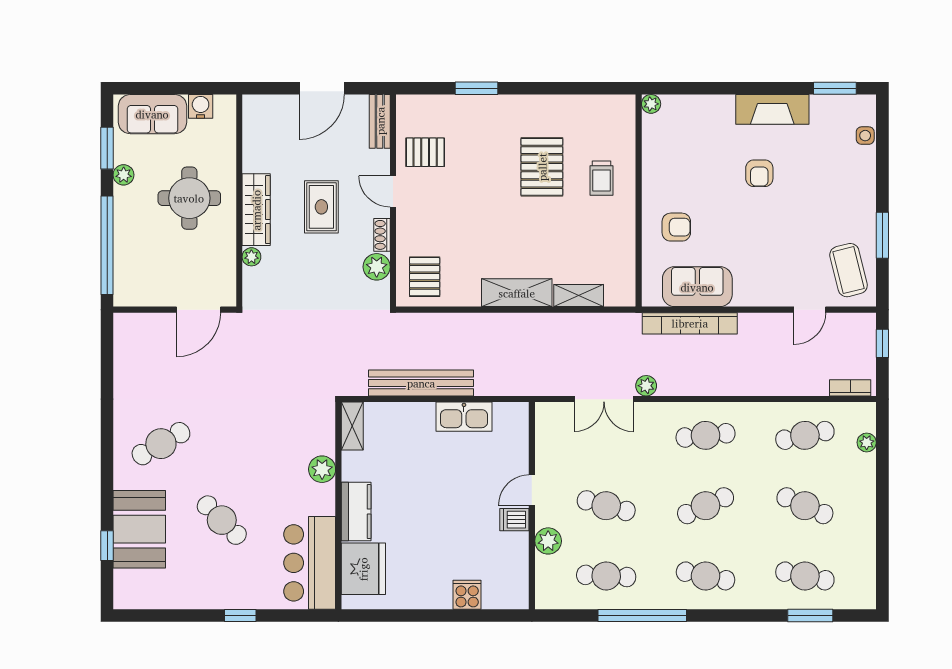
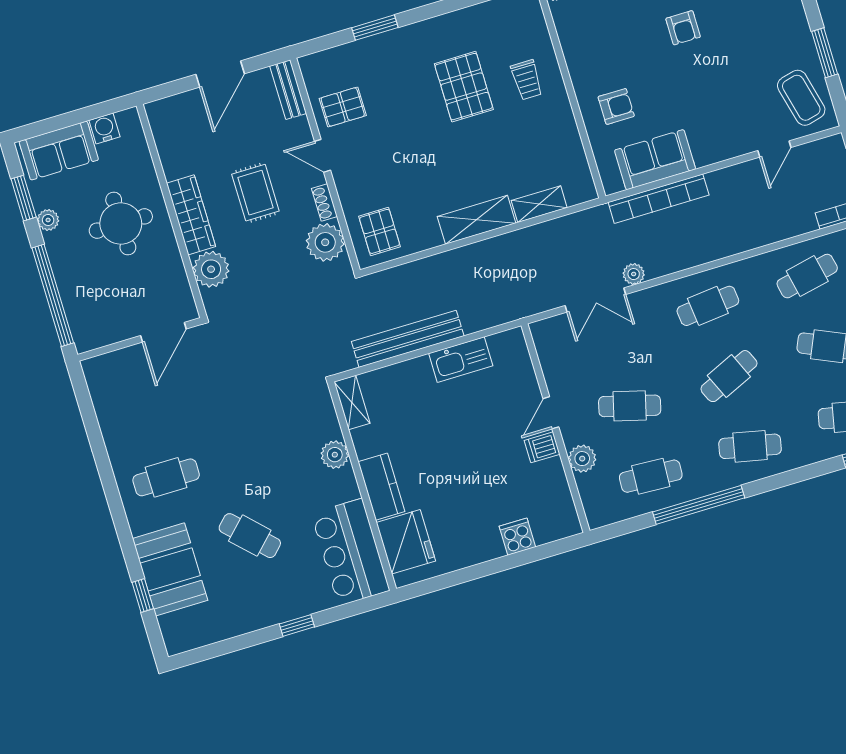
plant: (251, 257) -> (211, 269), width x1.87, depth x1.87
plant: (377, 267) -> (325, 242), width x1.36, depth x1.36
cafe table: (161, 444) -> (166, 477), turned 30

